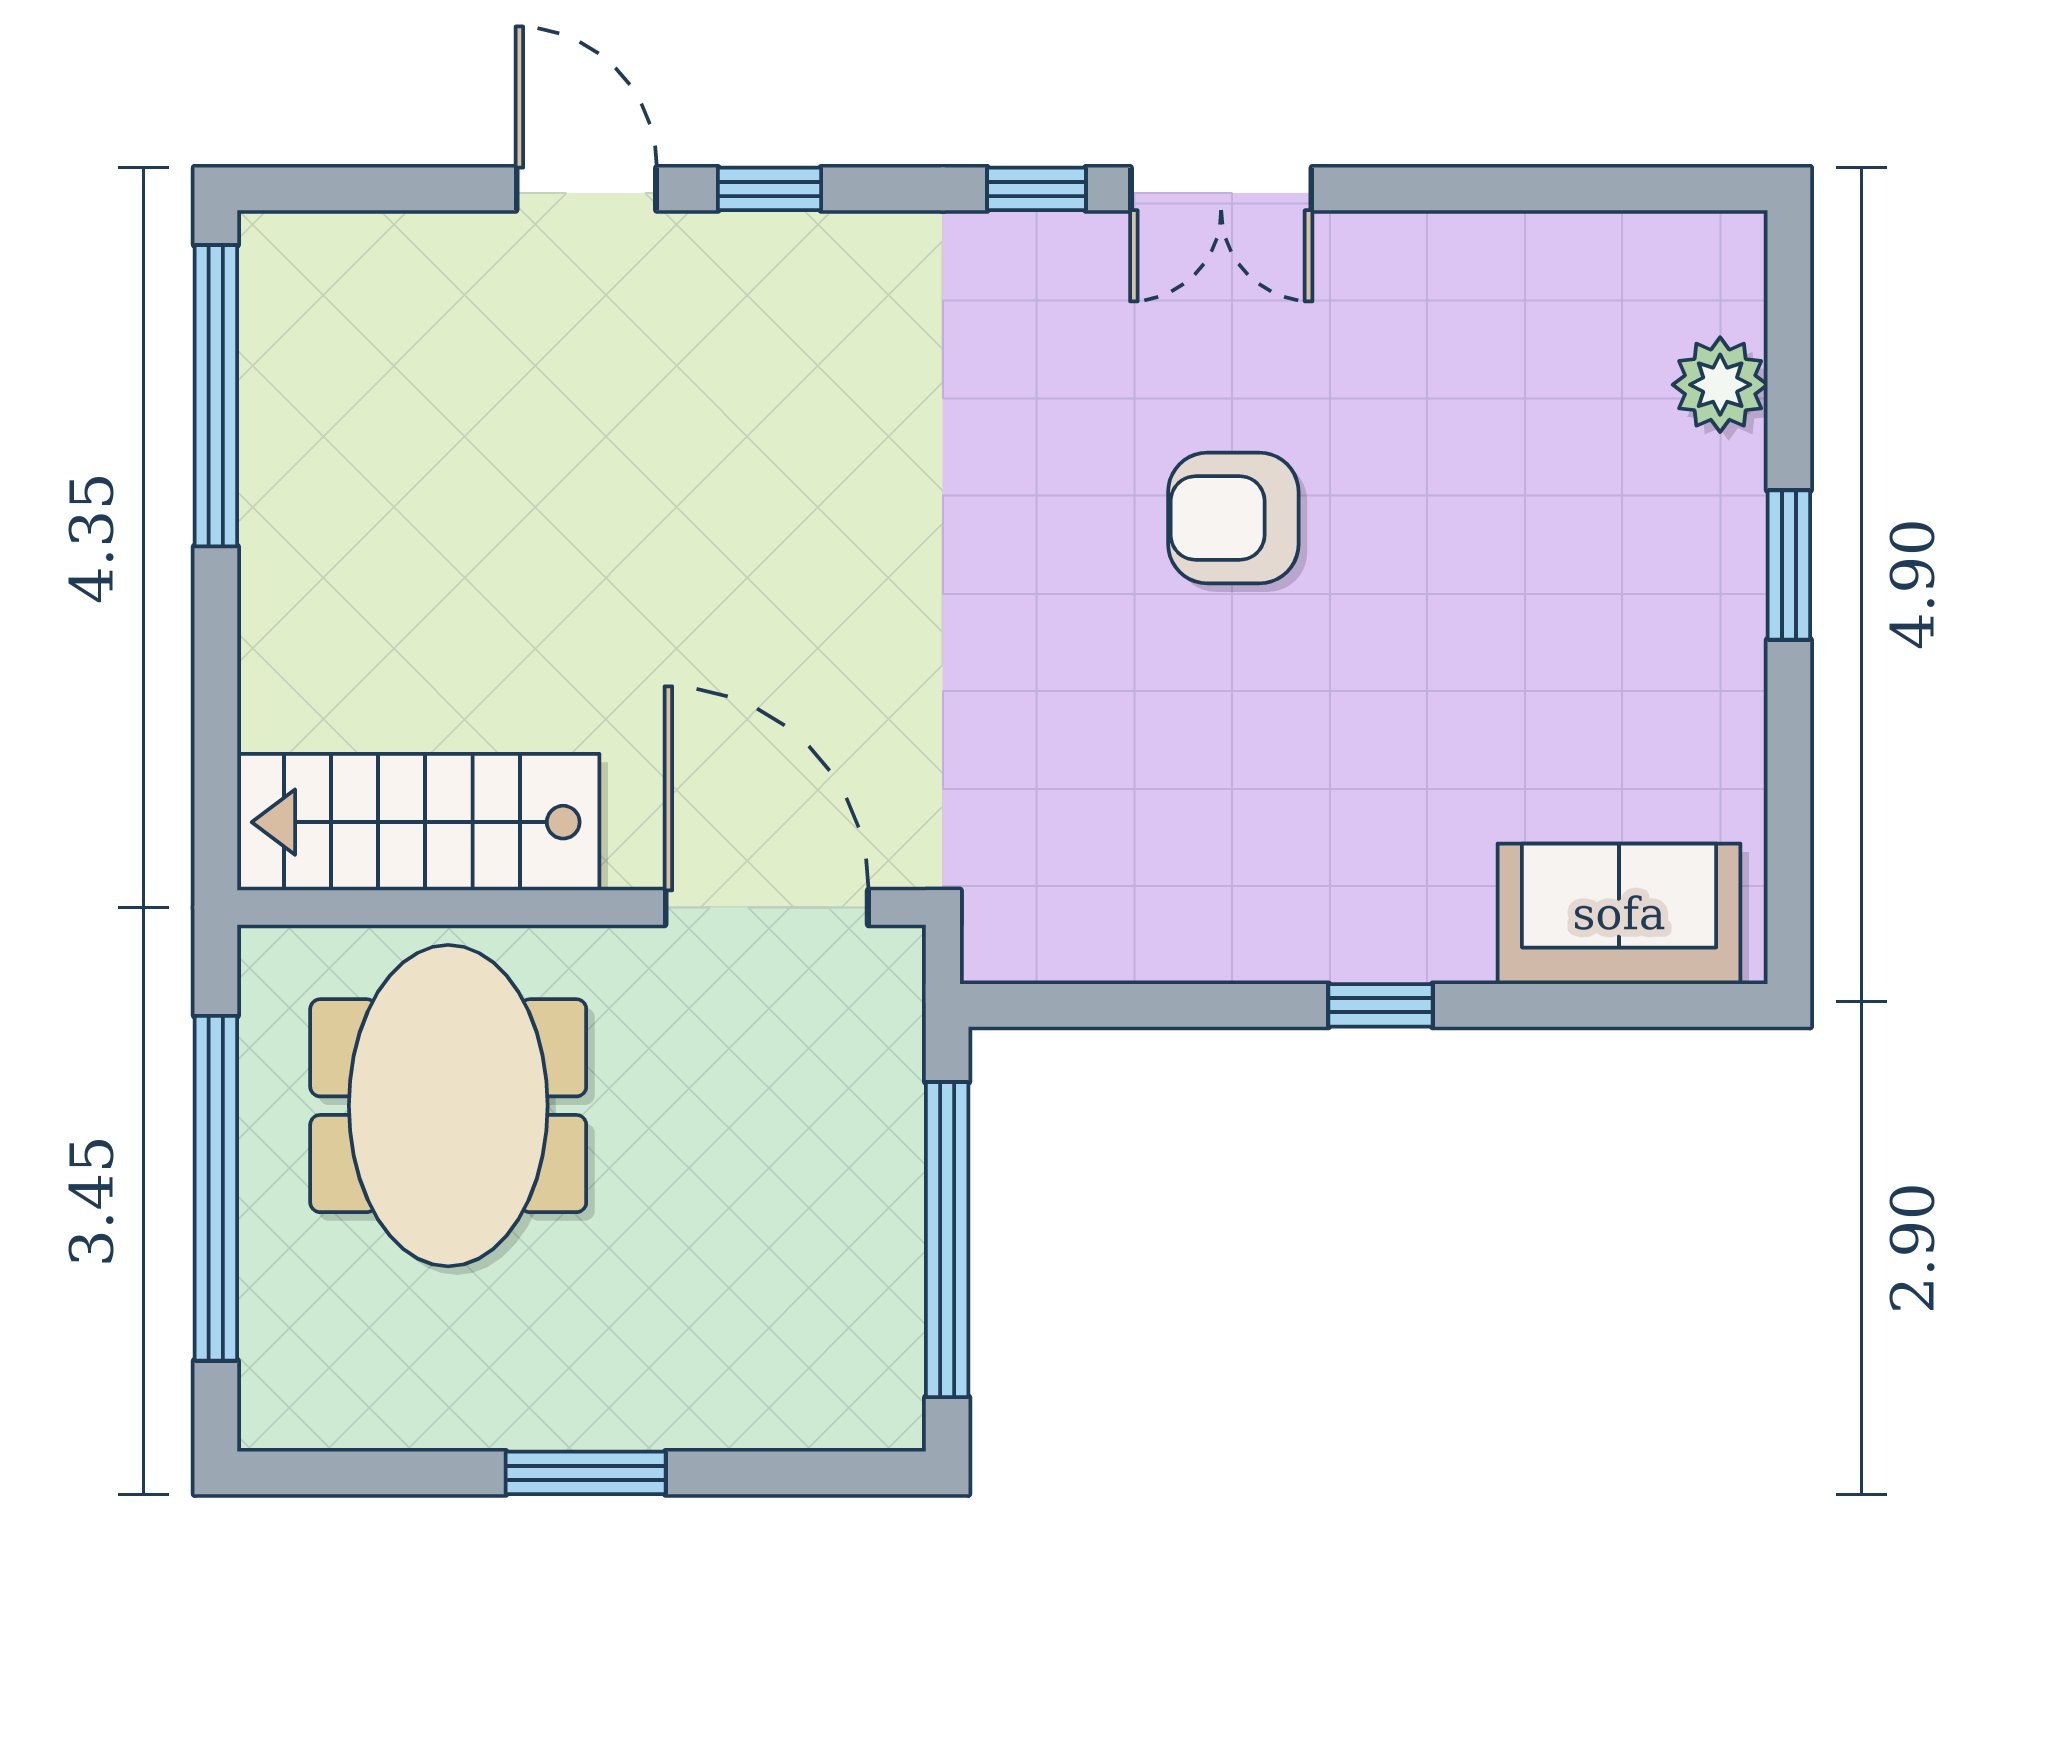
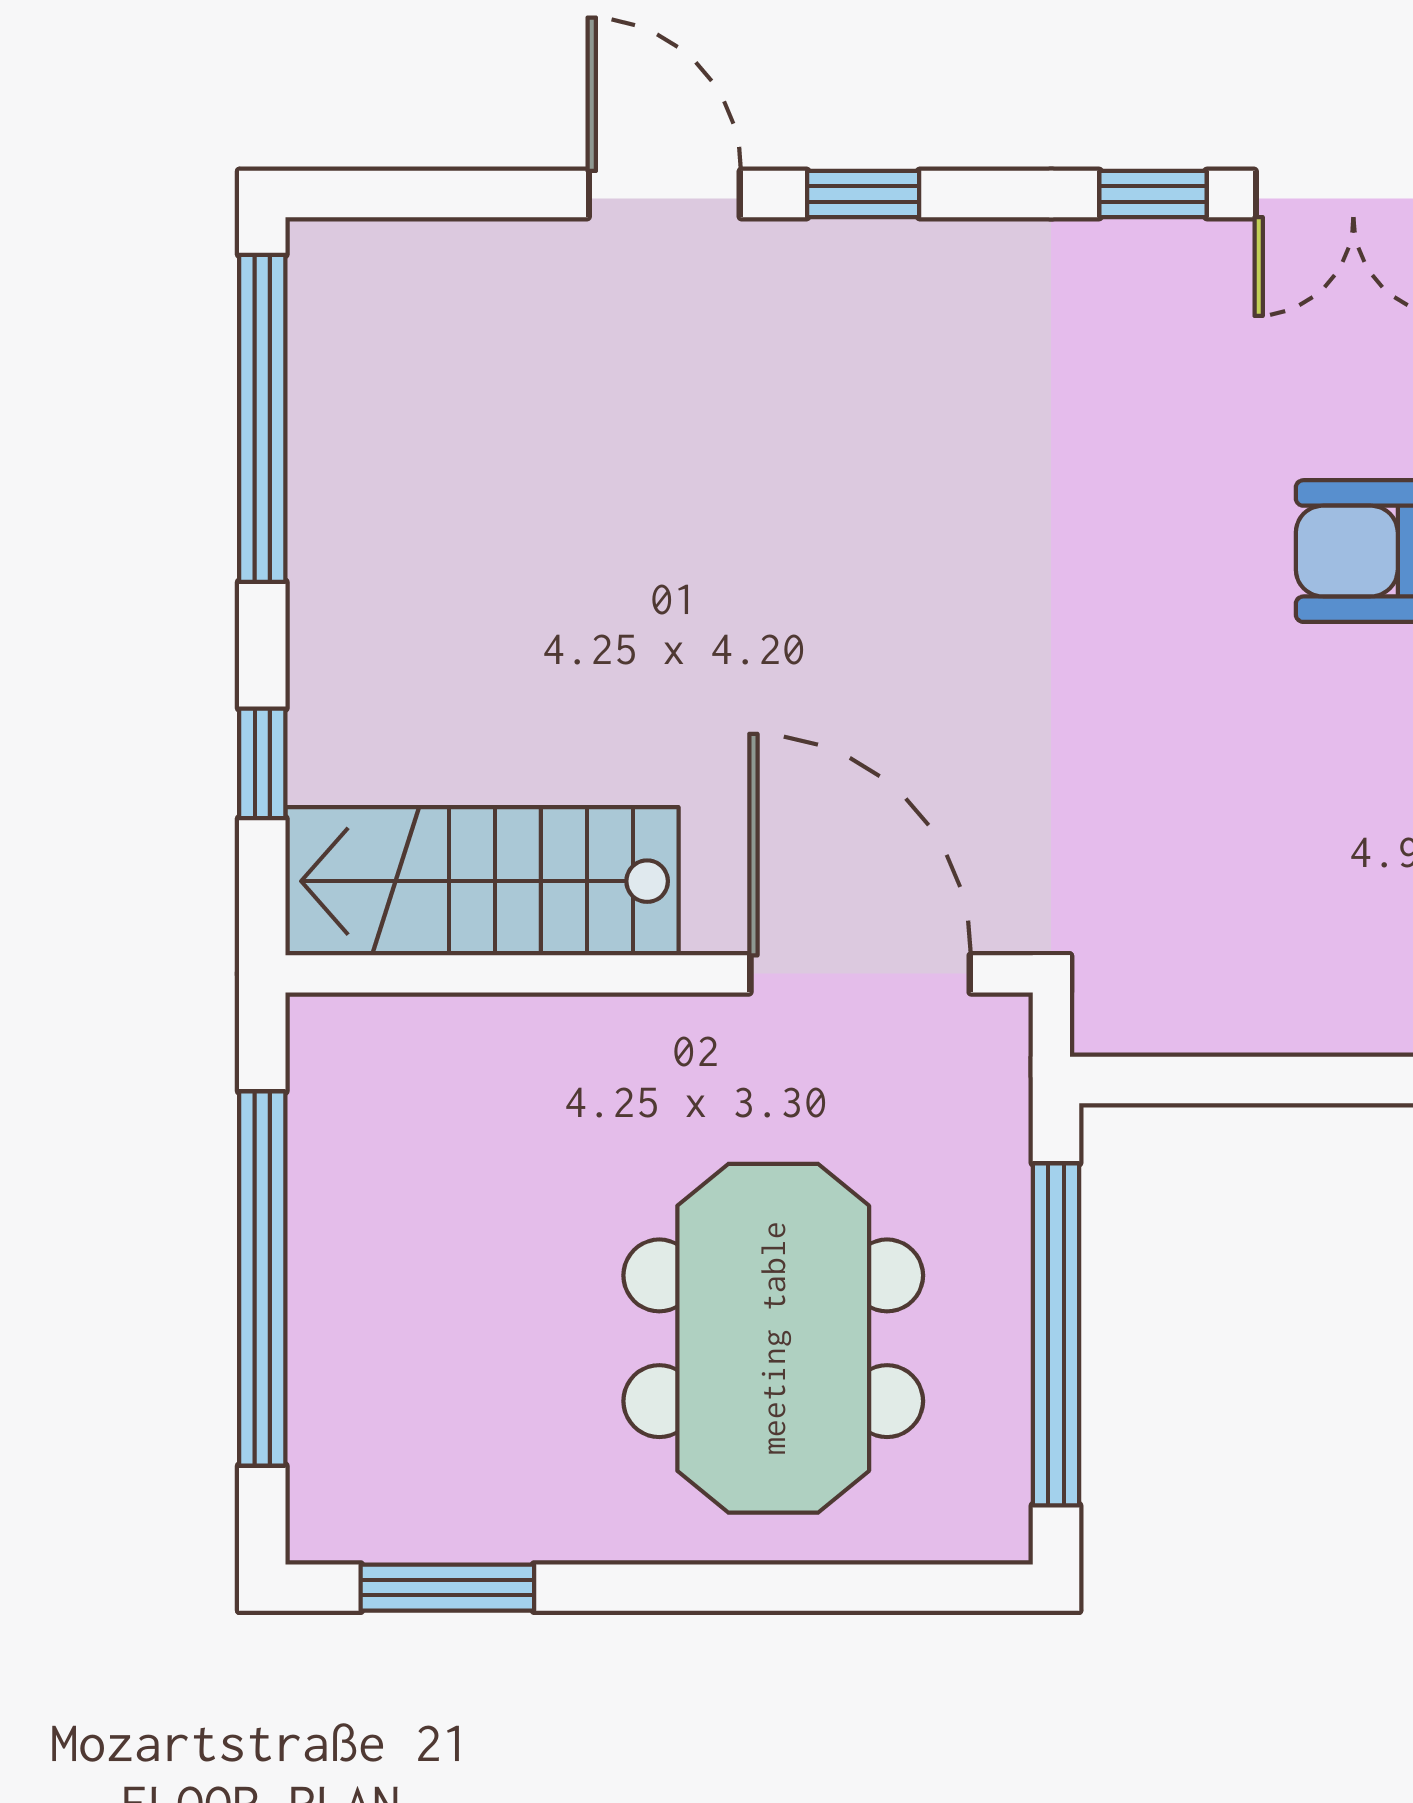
window: (216, 714) -> (262, 763), added
meeting table: (448, 1106) -> (773, 1338), moved
window: (586, 1473) -> (447, 1588), moved

